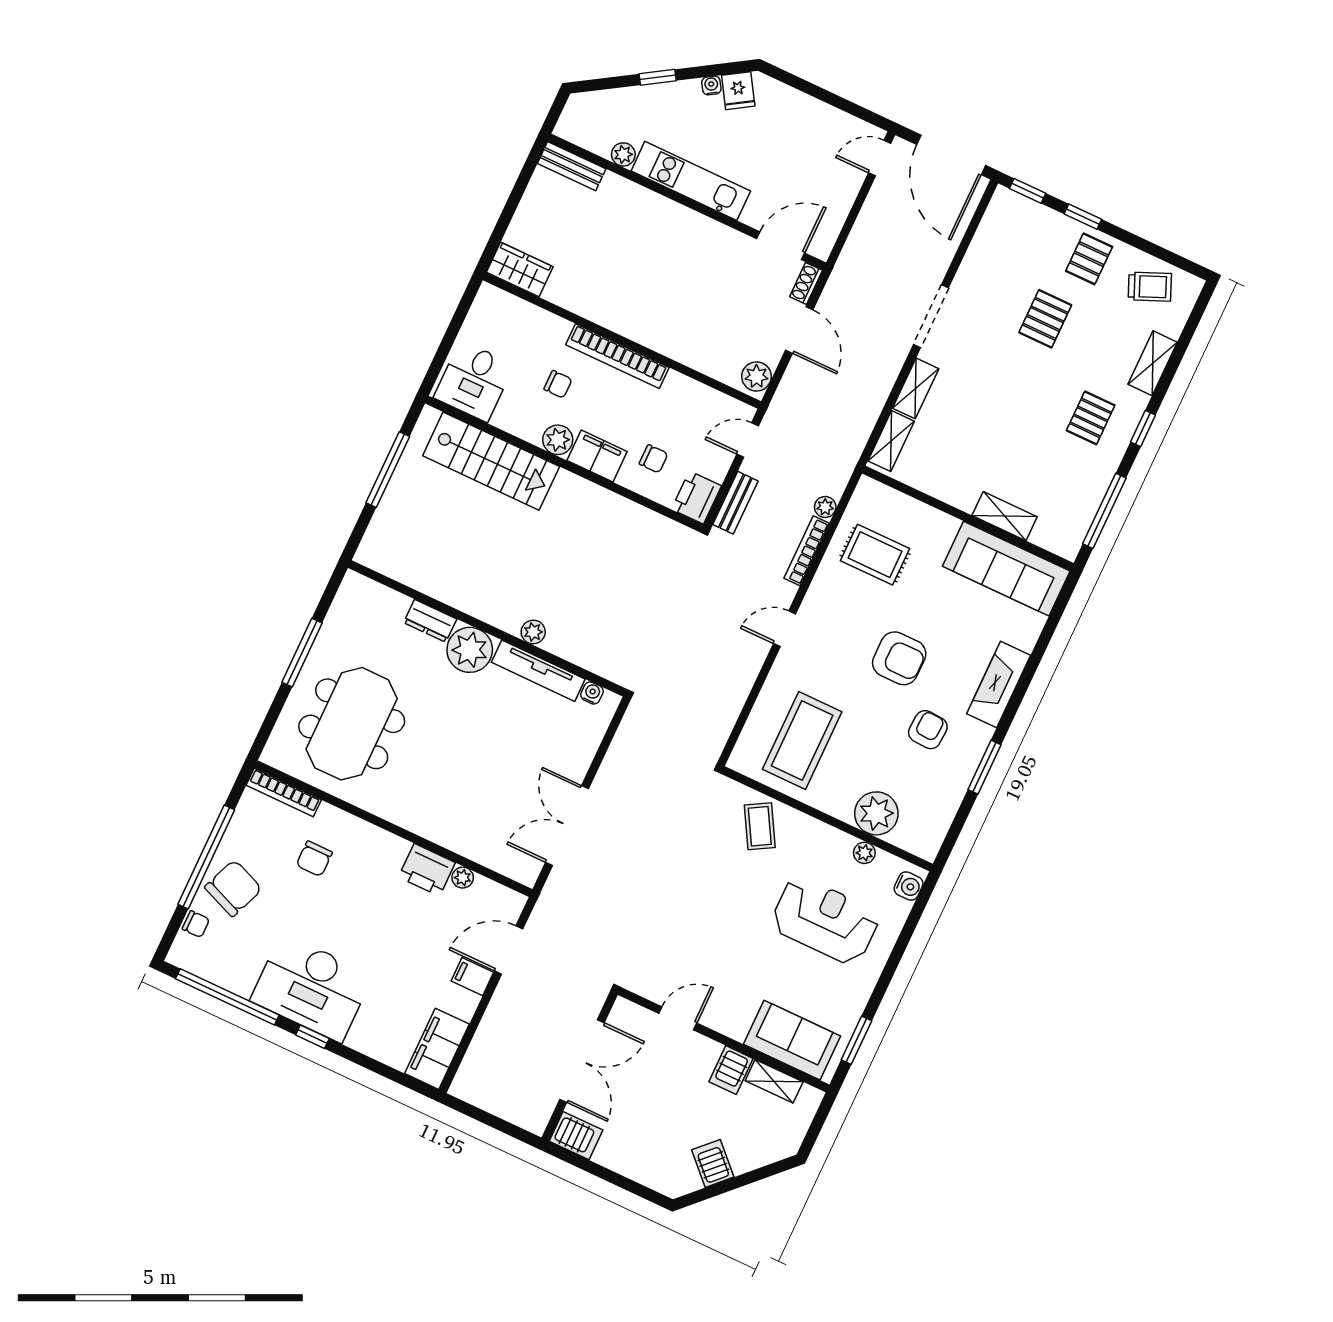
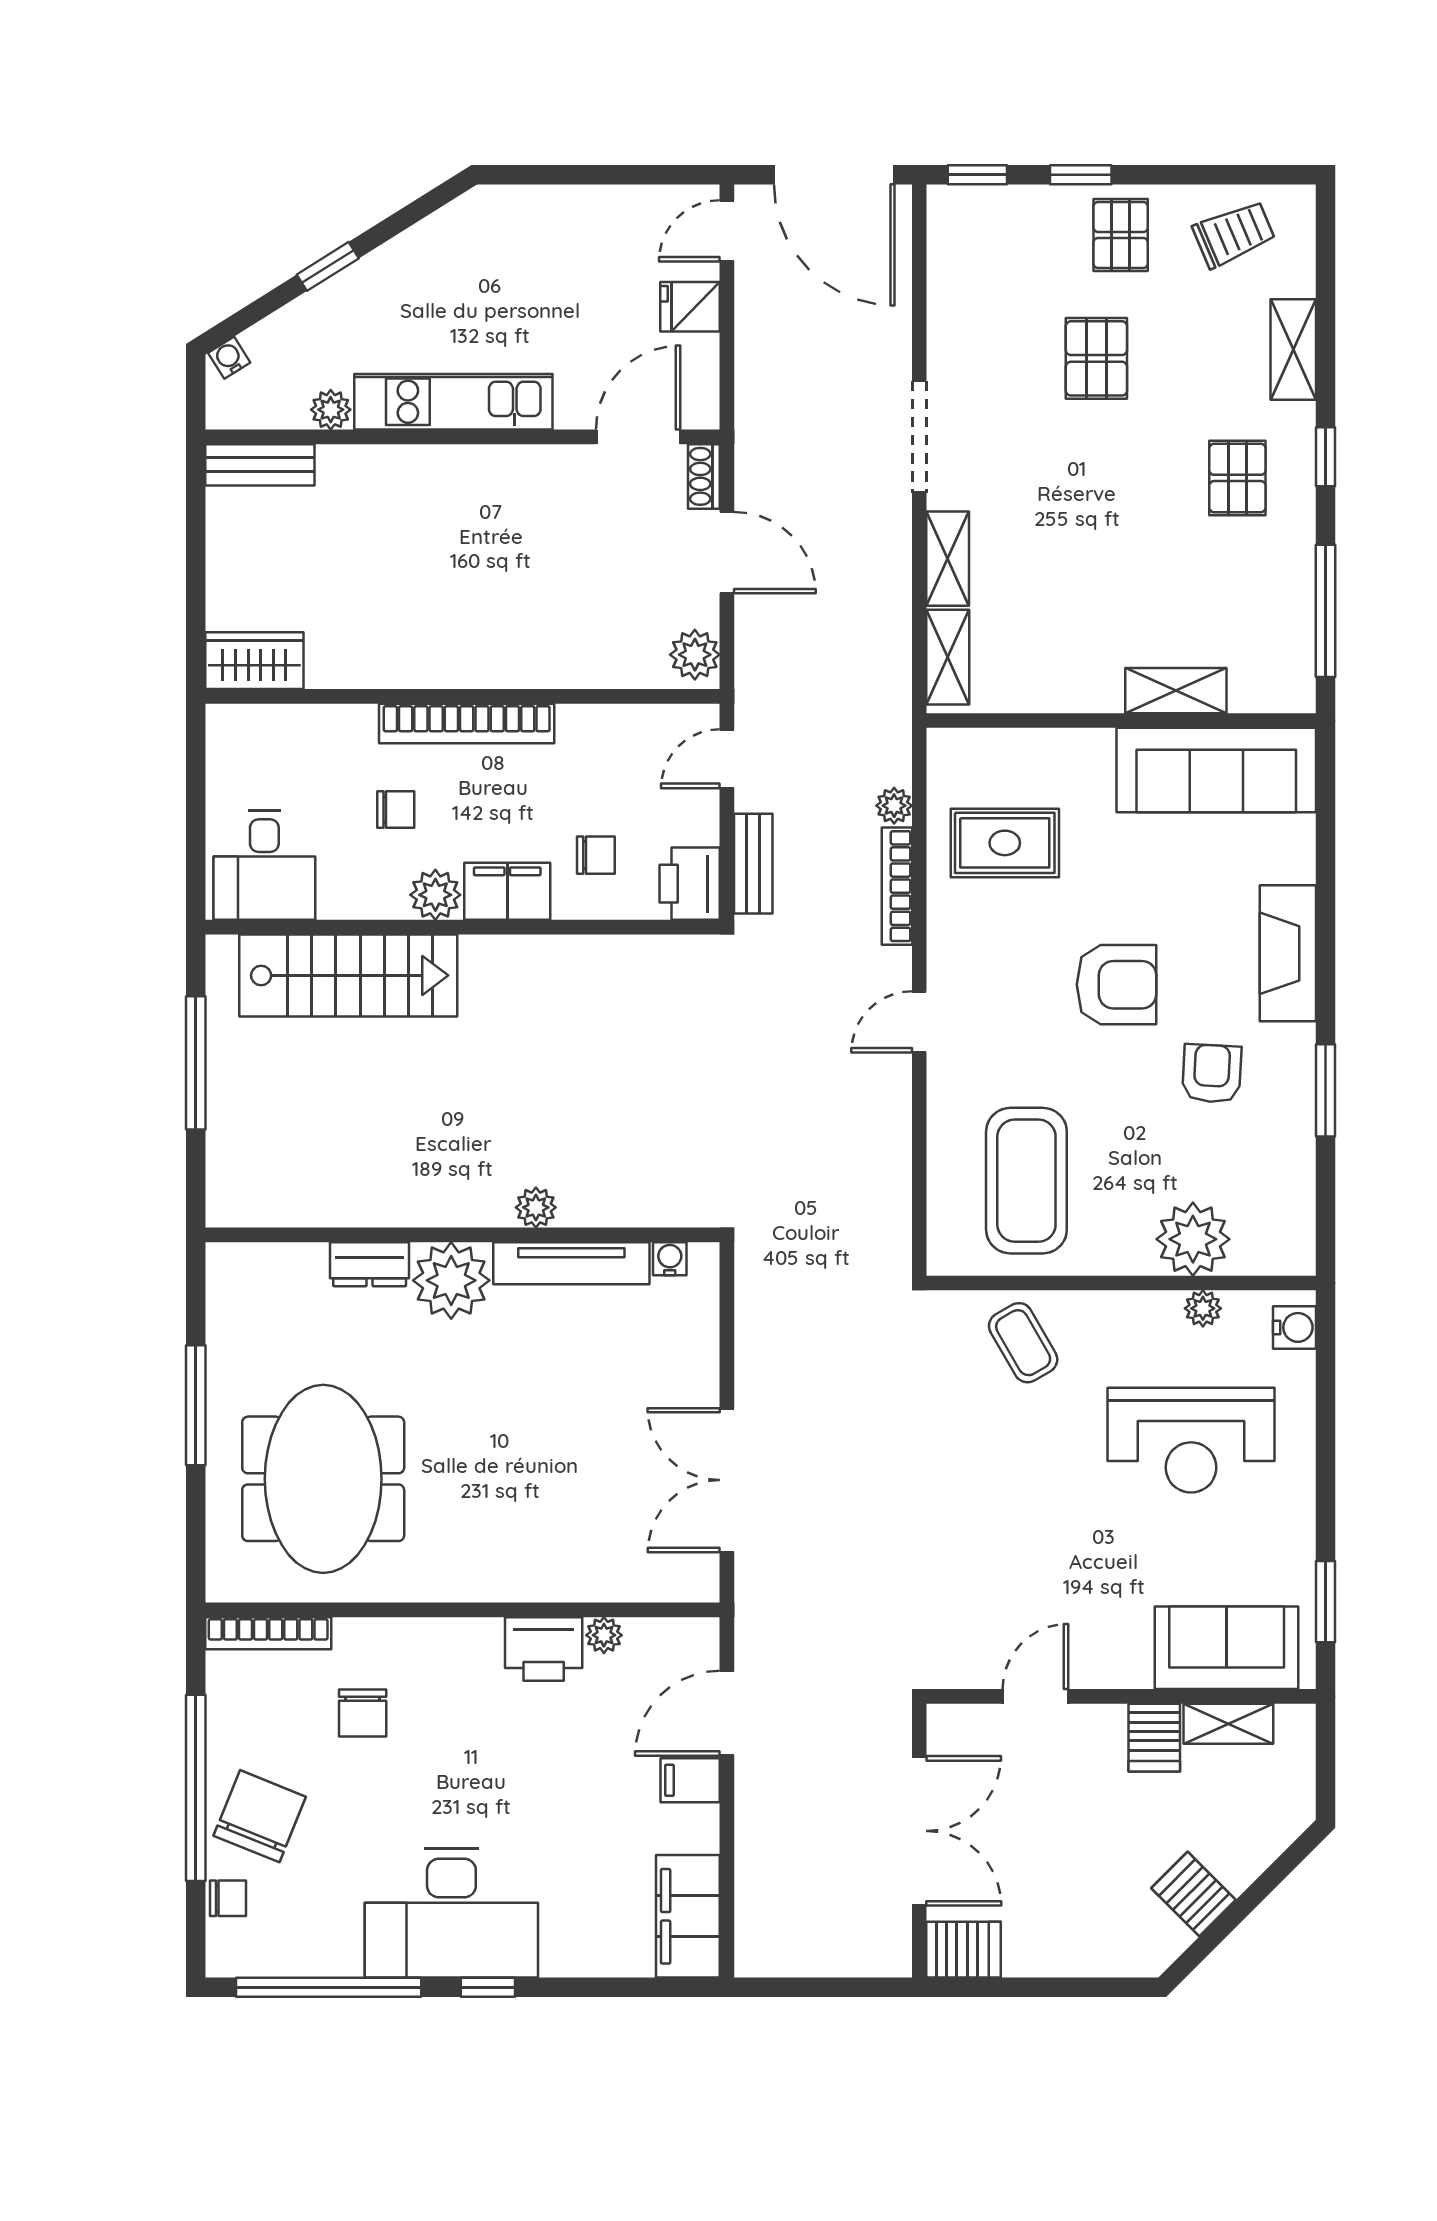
water cooler: (711, 85) -> (229, 358), moved
fridge: (738, 91) -> (690, 307), moved, turned 122
reception desk: (825, 920) -> (1191, 1440), turned 180

